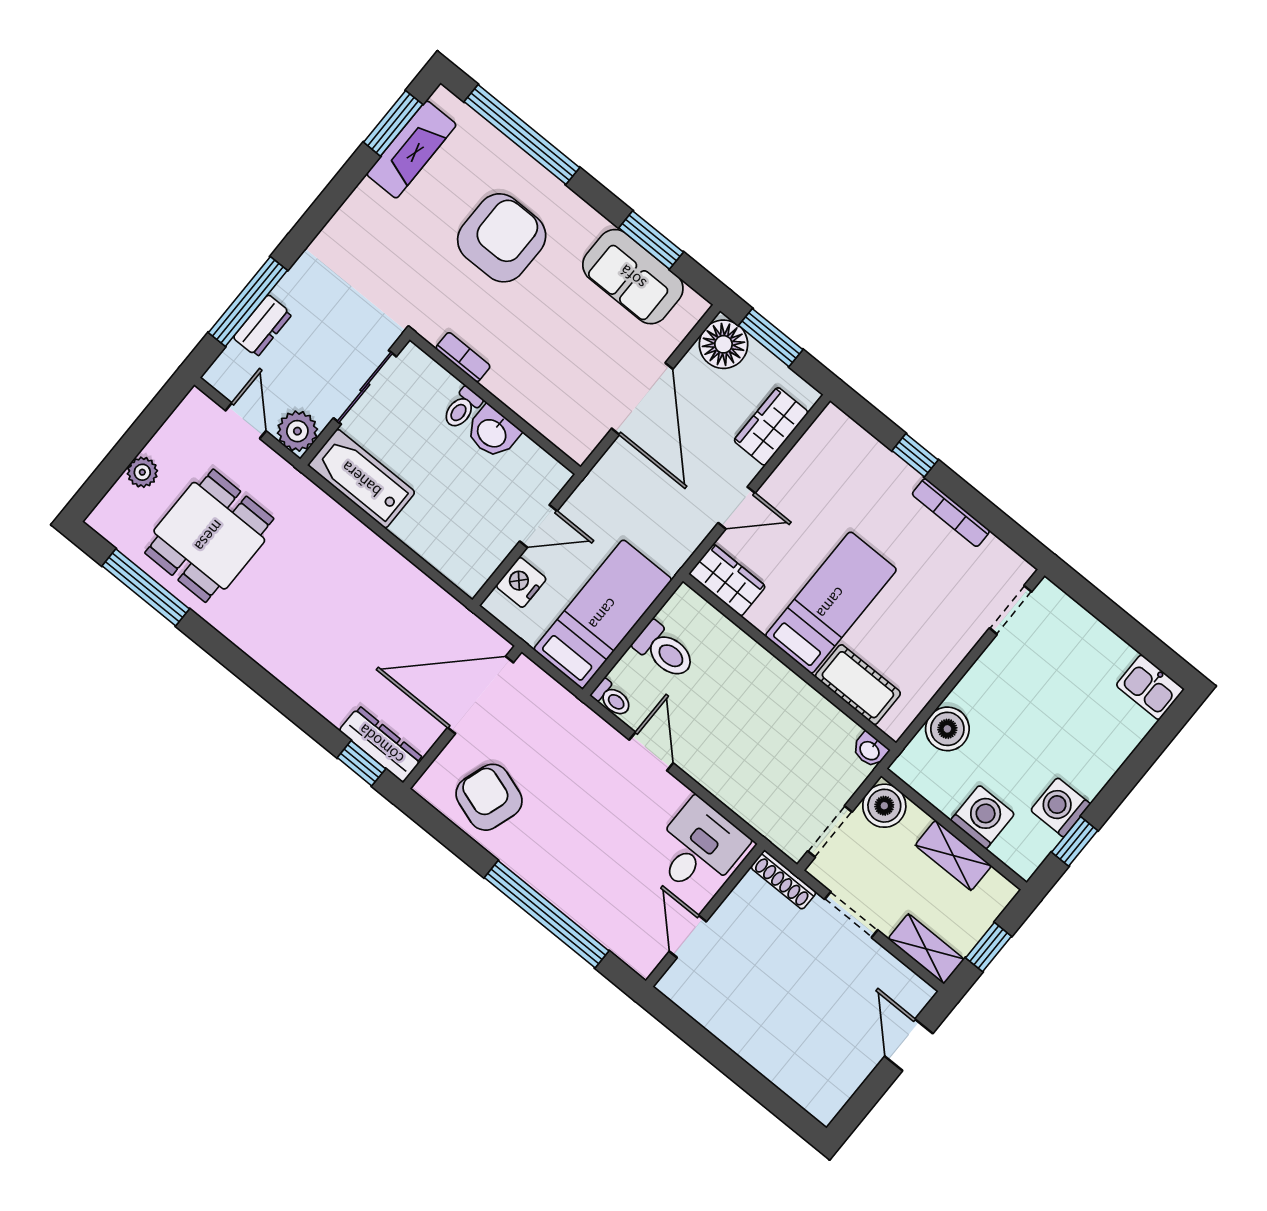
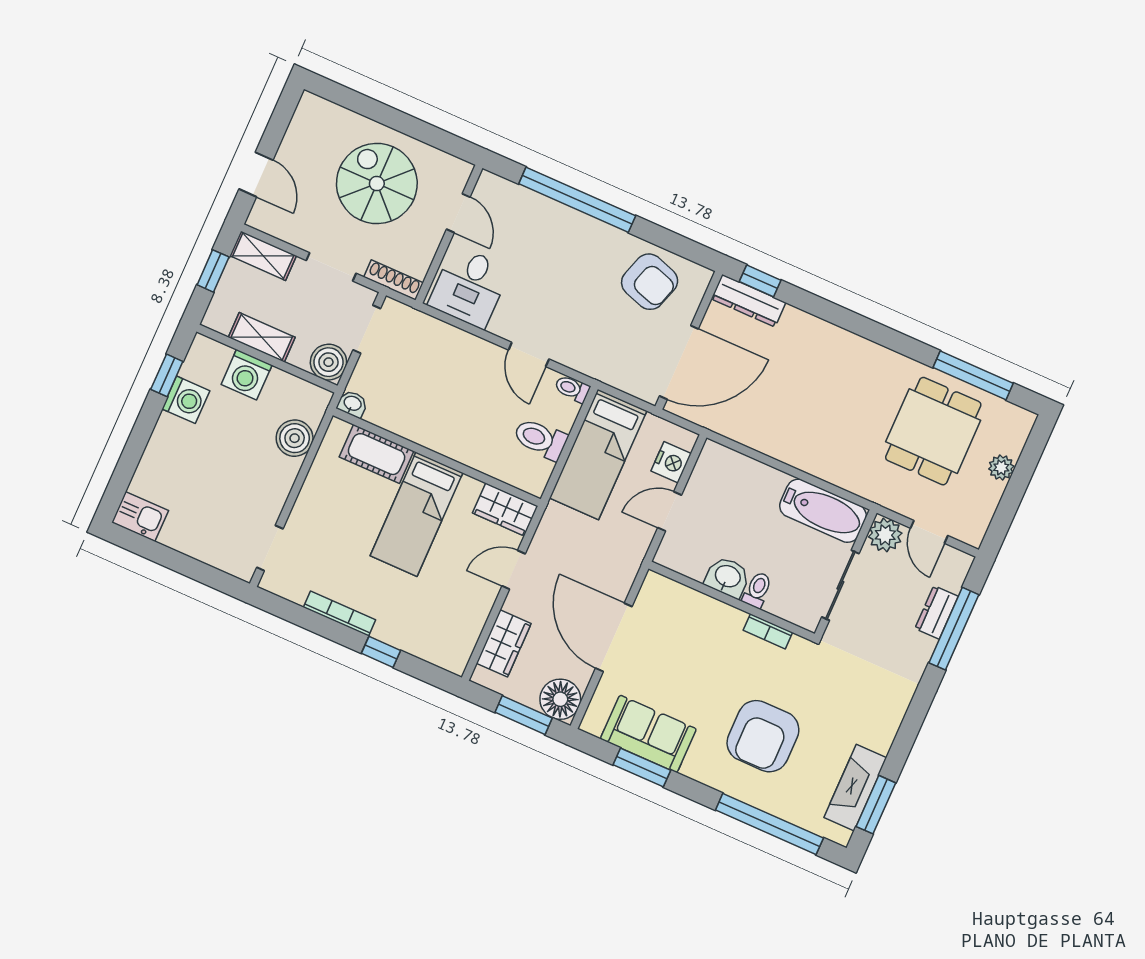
spiral stairs: (772, 996) -> (377, 184), added

